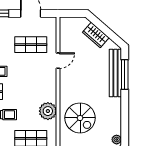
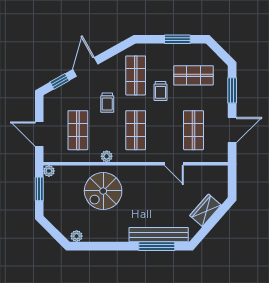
shop shelf: (31, 92) -> (136, 130), added
plant: (48, 111) -> (107, 156), width x0.53, depth x0.53

